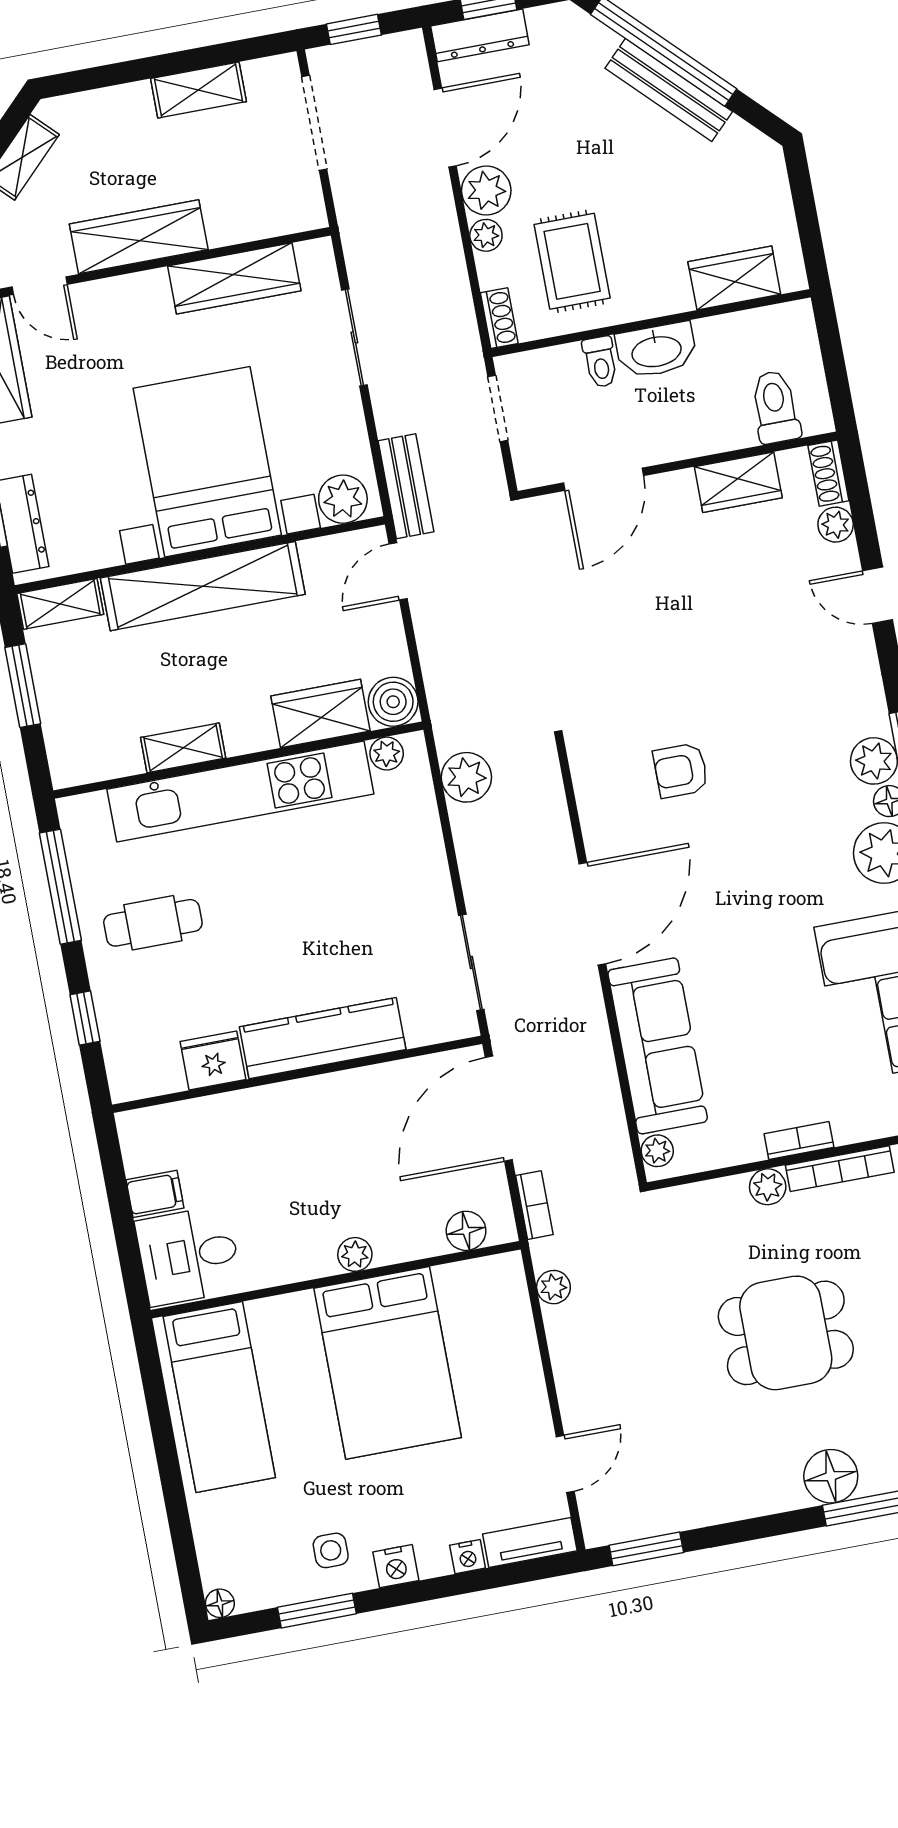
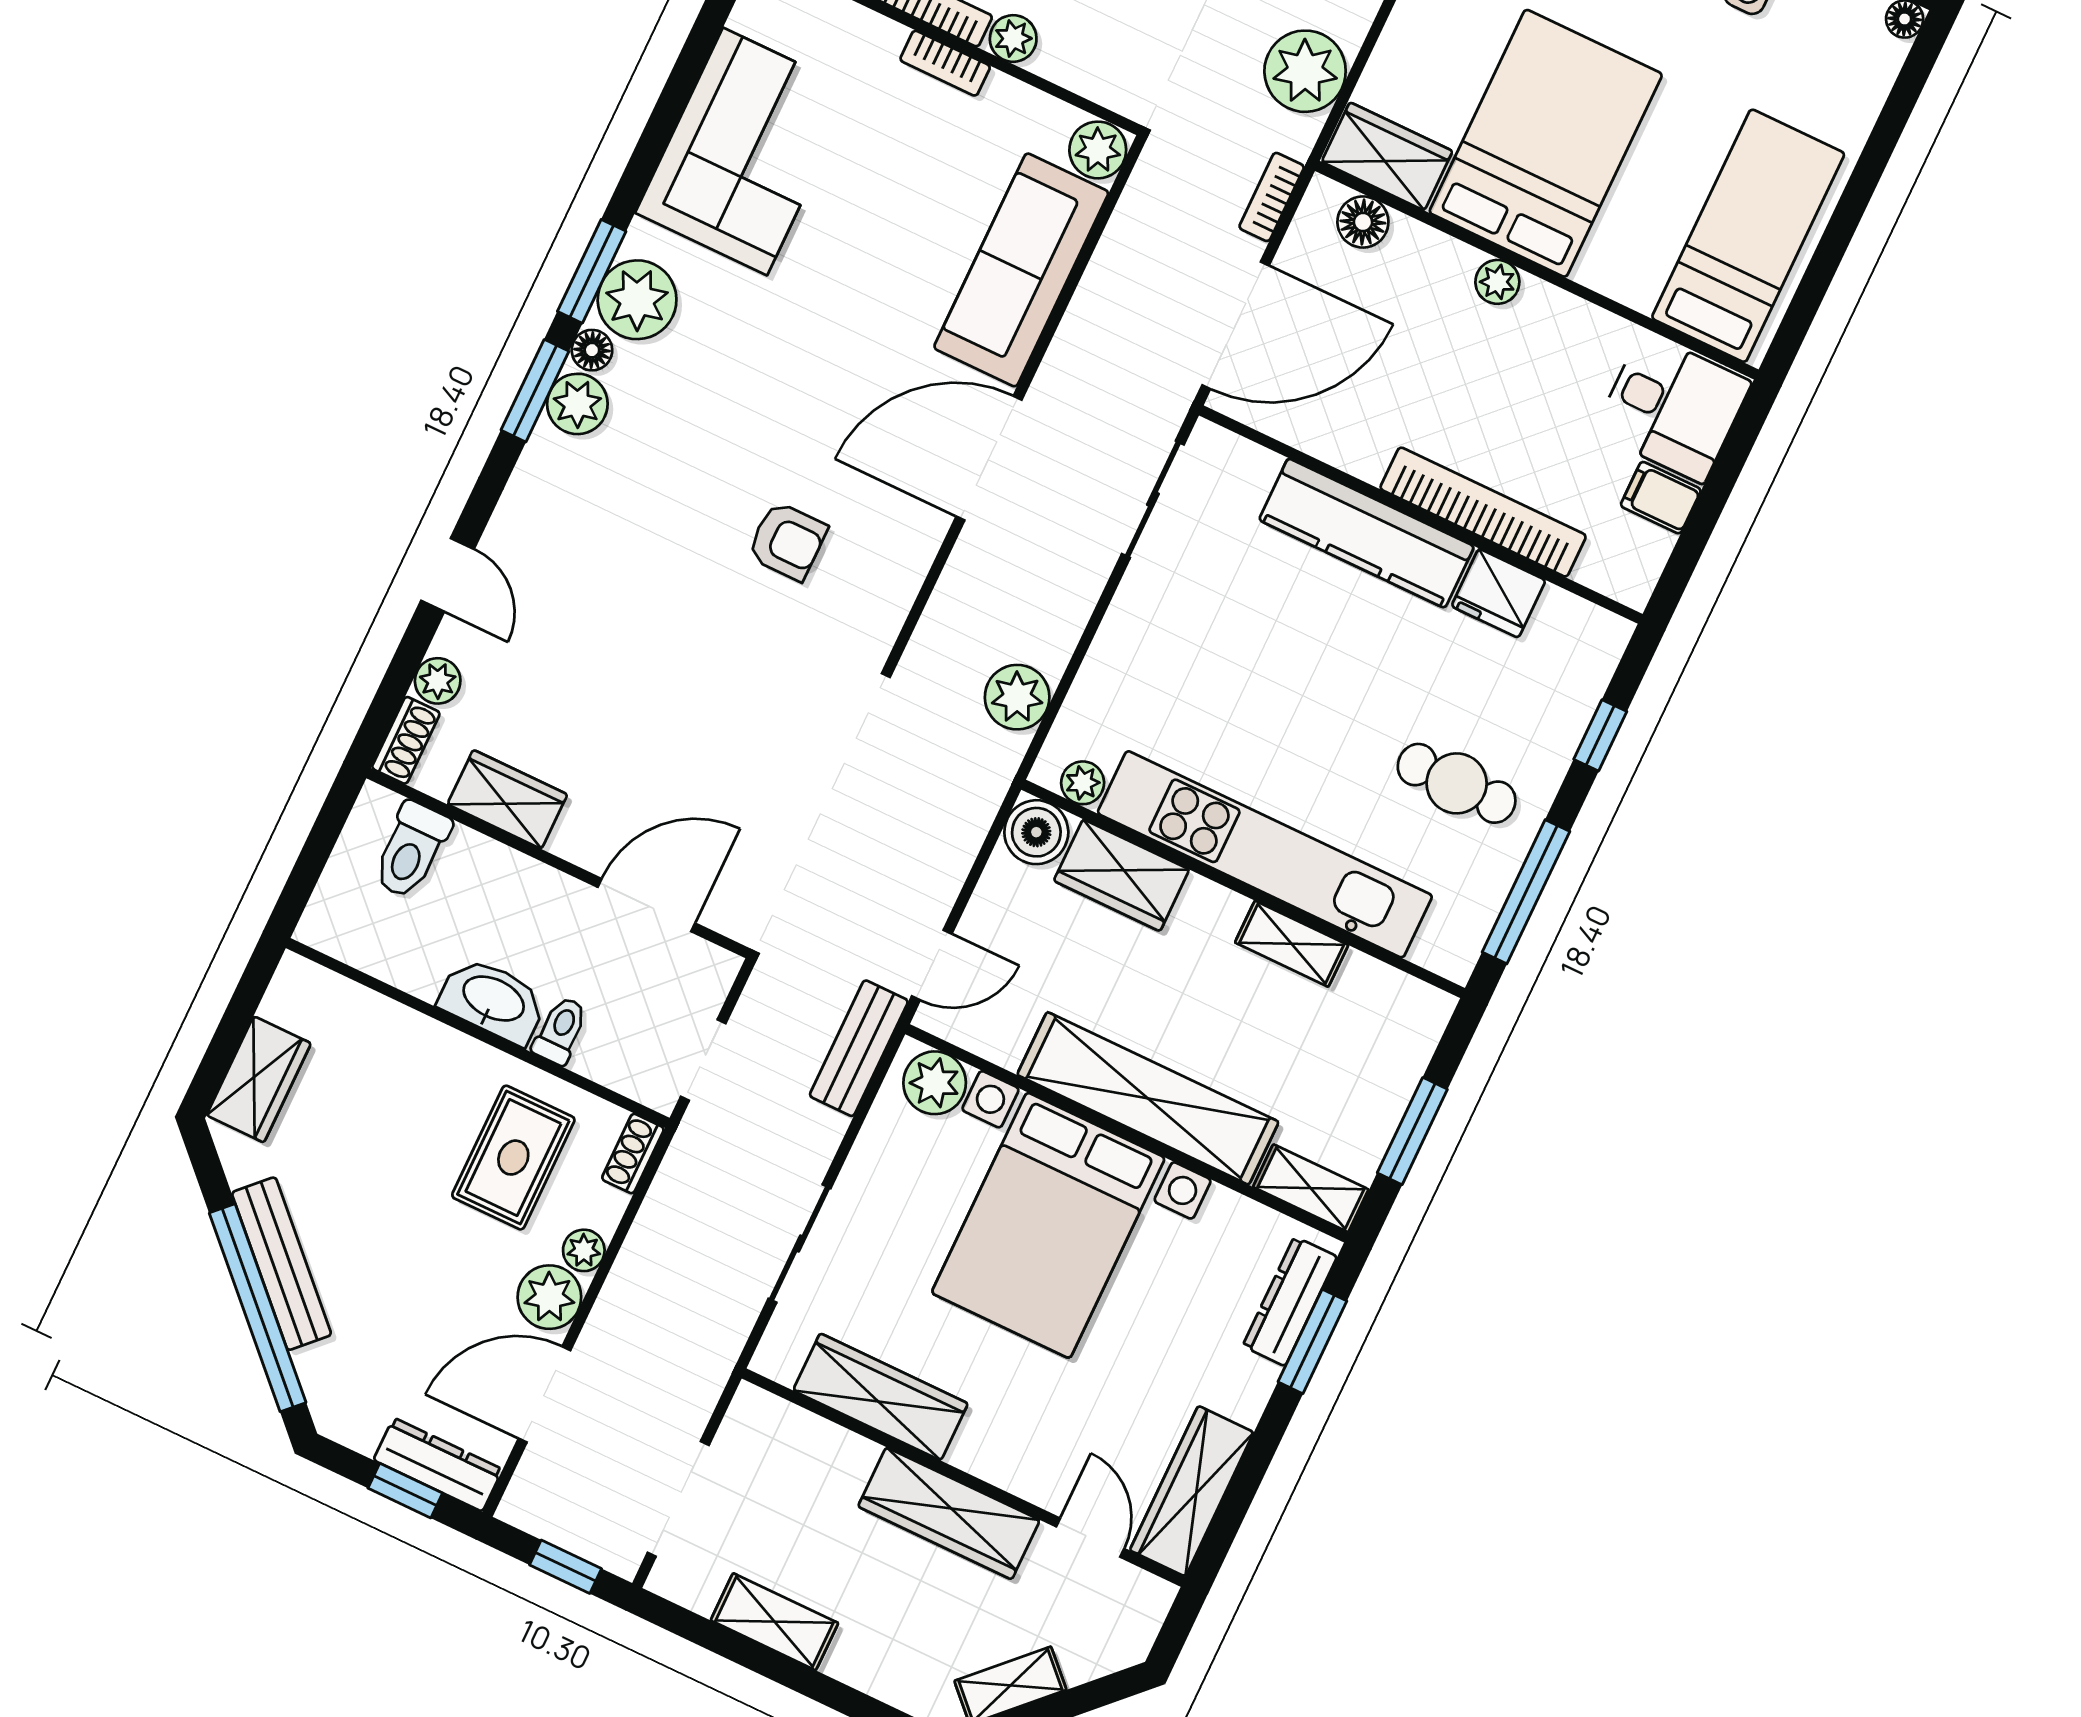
wardrobe: (734, 278) -> (259, 1079), moved, turned -90
bookcase: (259, 1104) -> (1483, 512), added
plant: (657, 1151) -> (1098, 150), width x1.38, depth x1.38
wardrobe: (481, 1283) -> (1387, 156), added
plant: (553, 1287) -> (1305, 71), width x1.87, depth x1.87

